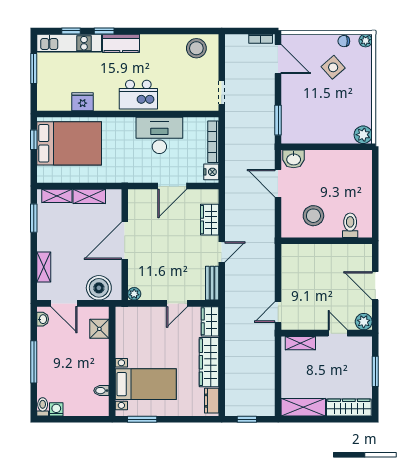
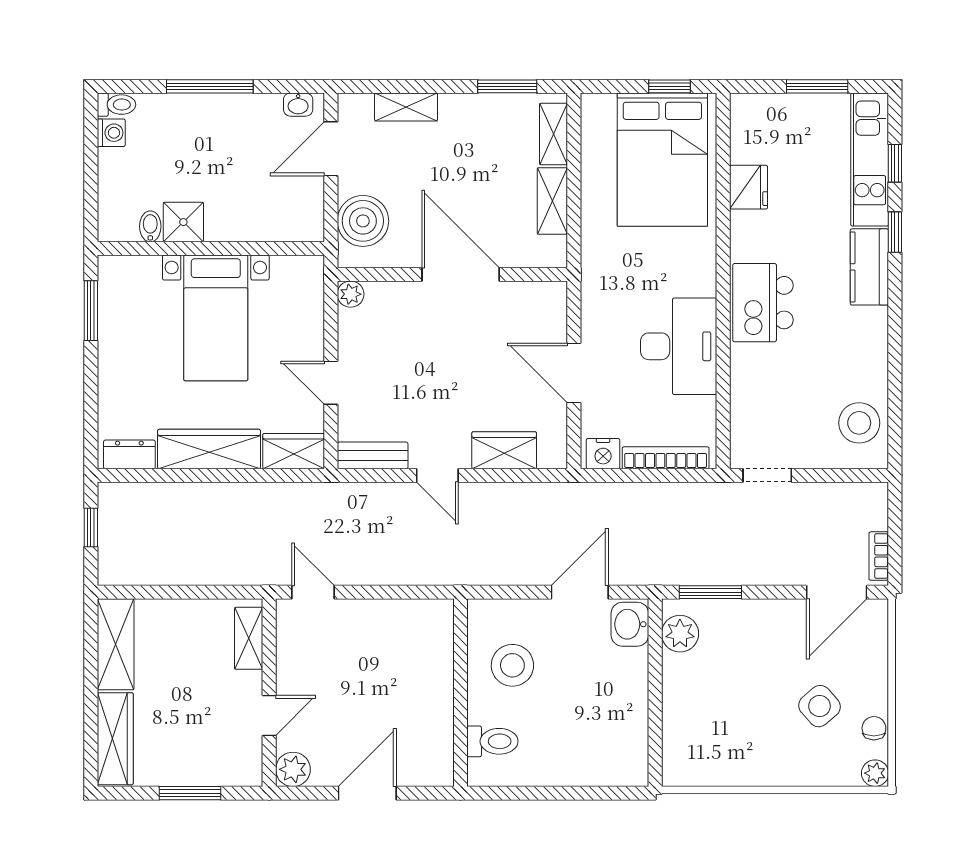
plant: (363, 135) -> (680, 634), moved
shower: (99, 329) -> (183, 222), moved
bed with nightstands: (146, 384) -> (216, 318), moved

